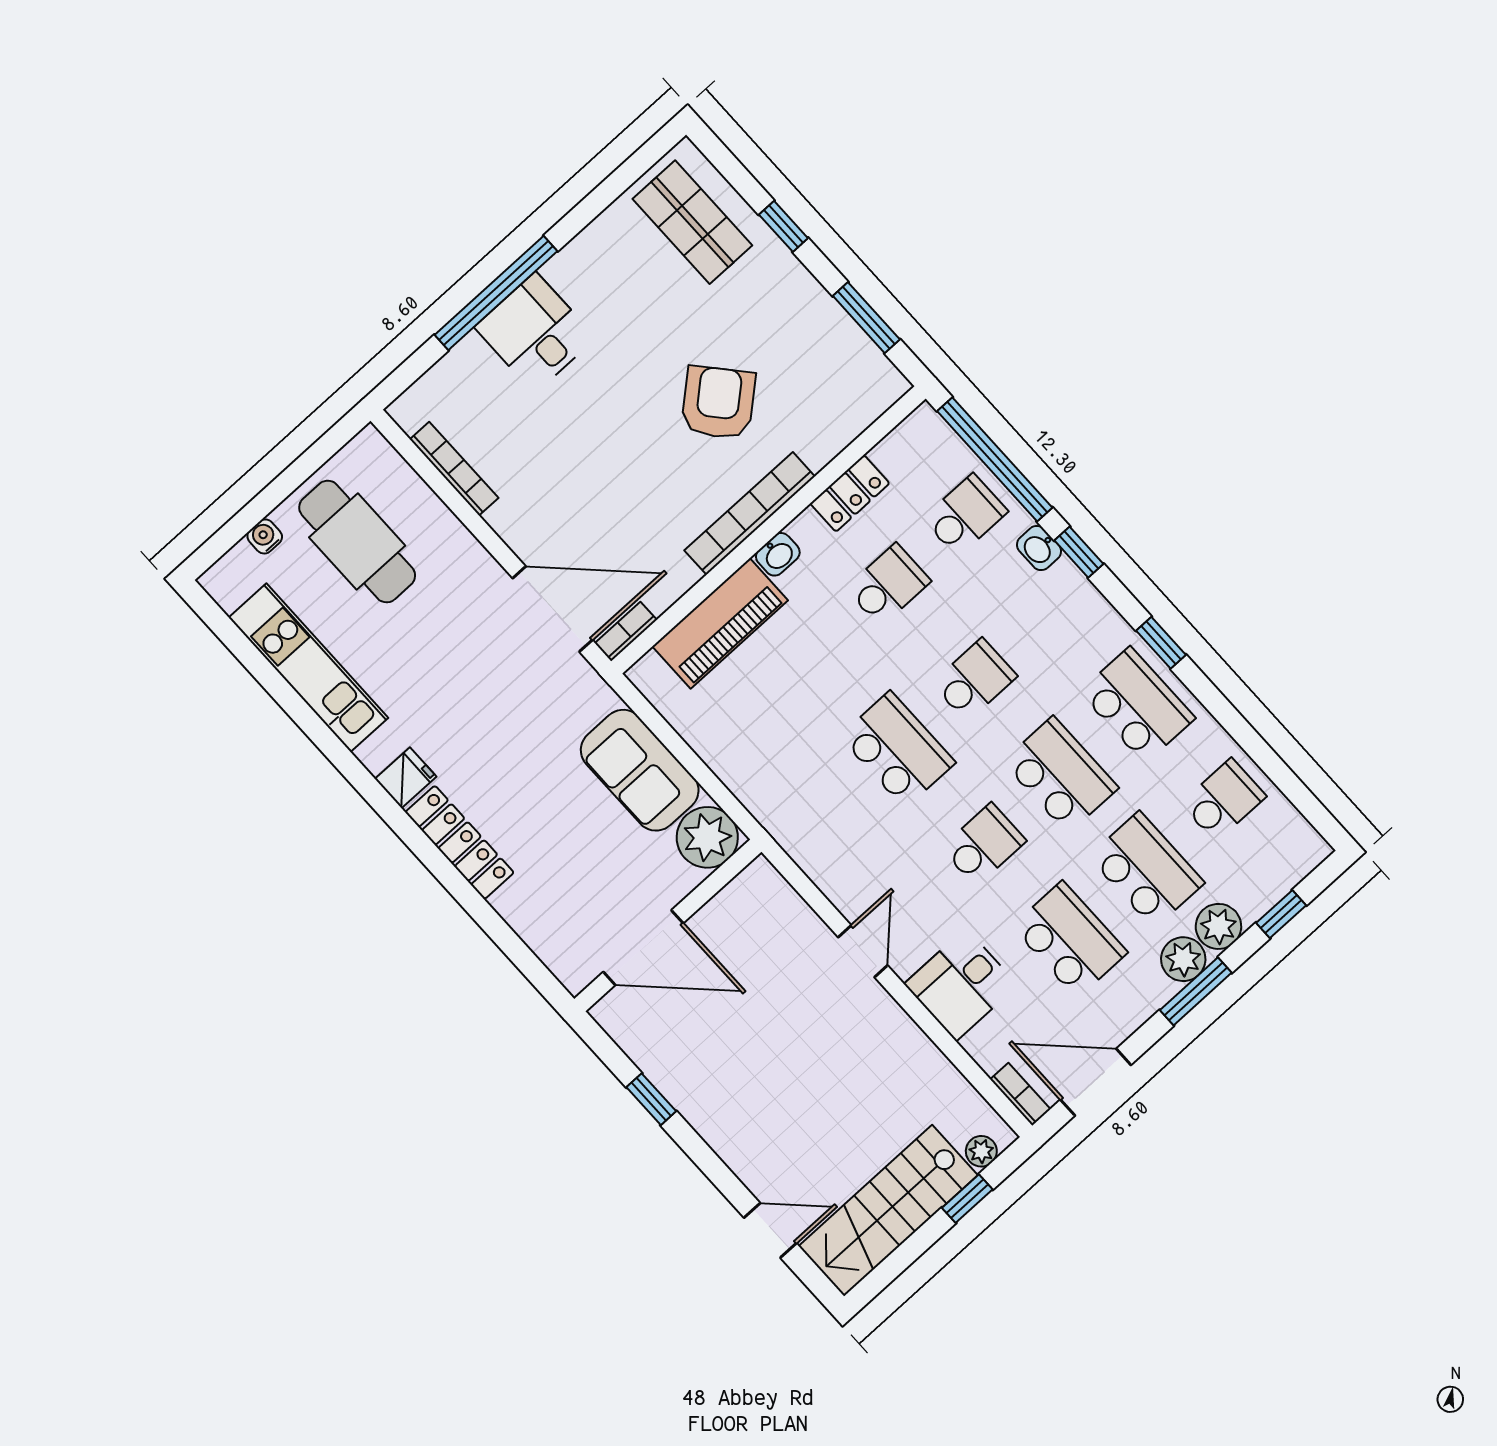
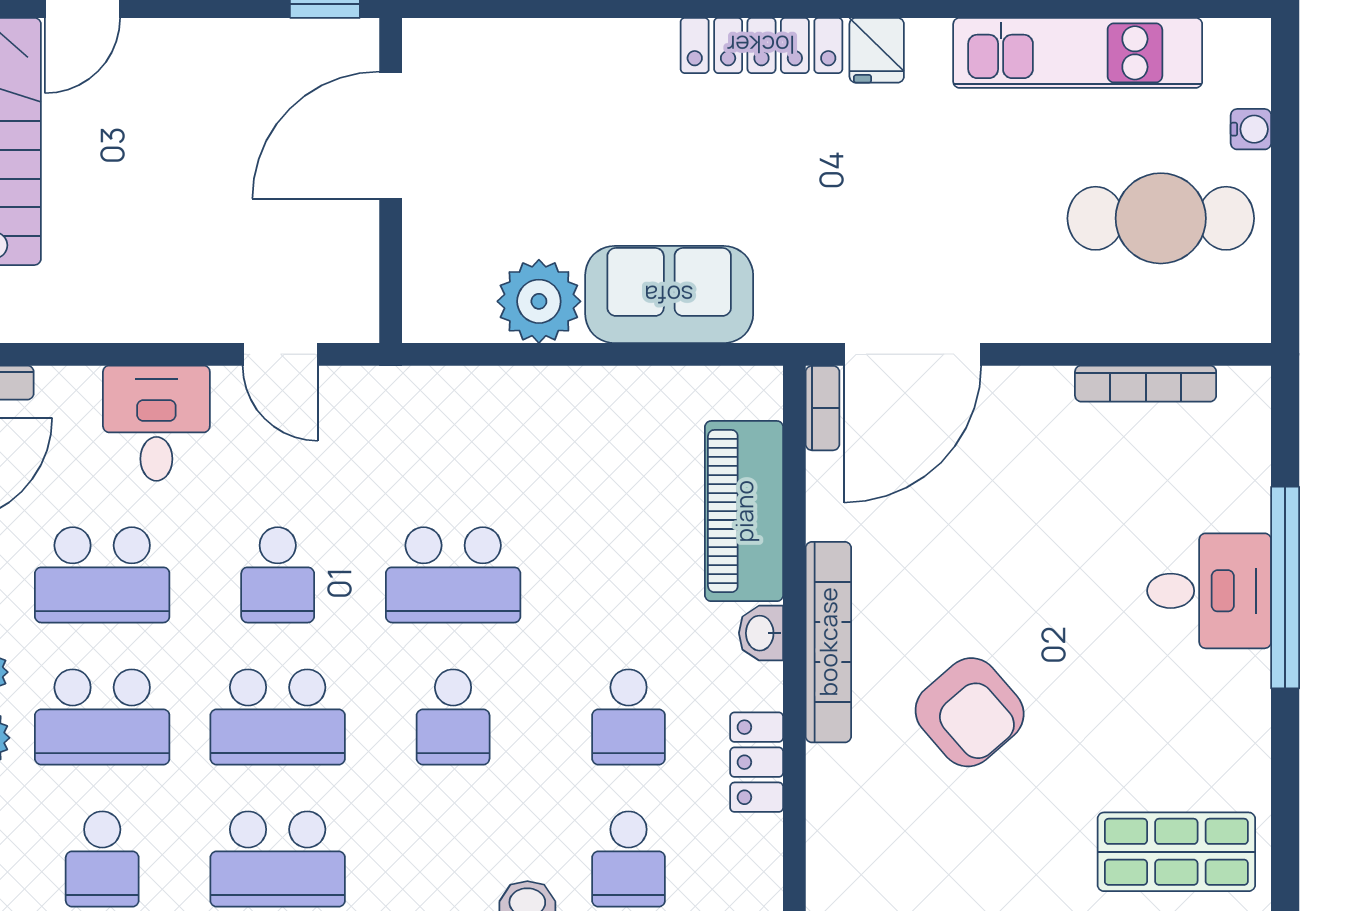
wall: (668, 925) -> (391, 180), moved
door: (643, 948) -> (391, 135), moved

